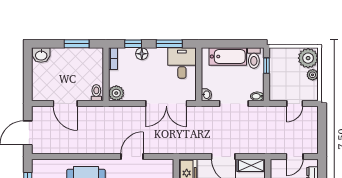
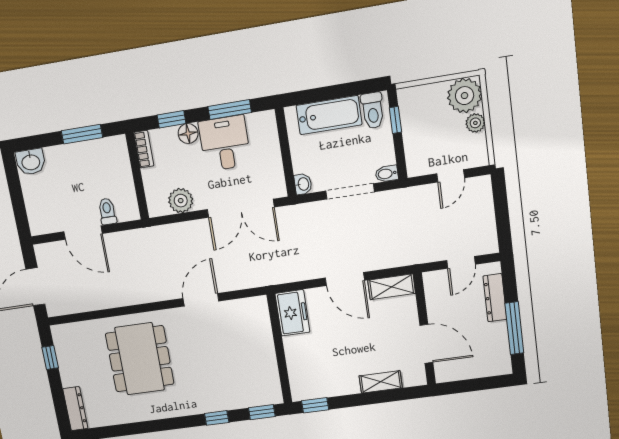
desk: (182, 63) -> (225, 143), moved
toilet: (96, 93) -> (107, 211), moved
plant: (116, 93) -> (181, 201), moved

